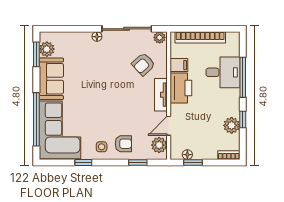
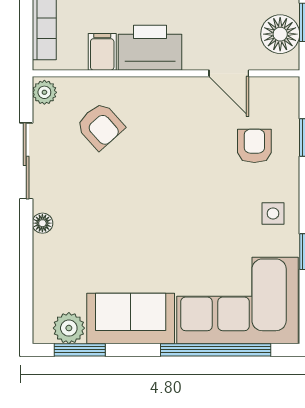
sliding door: (127, 29) -> (26, 161), width x0.73
tv unit: (161, 95) -> (164, 89), removed
armchair: (123, 144) -> (254, 146), moved
plant: (159, 145) -> (269, 93), removed
floor lamp: (187, 155) -> (280, 34), width x1.89, depth x1.89

